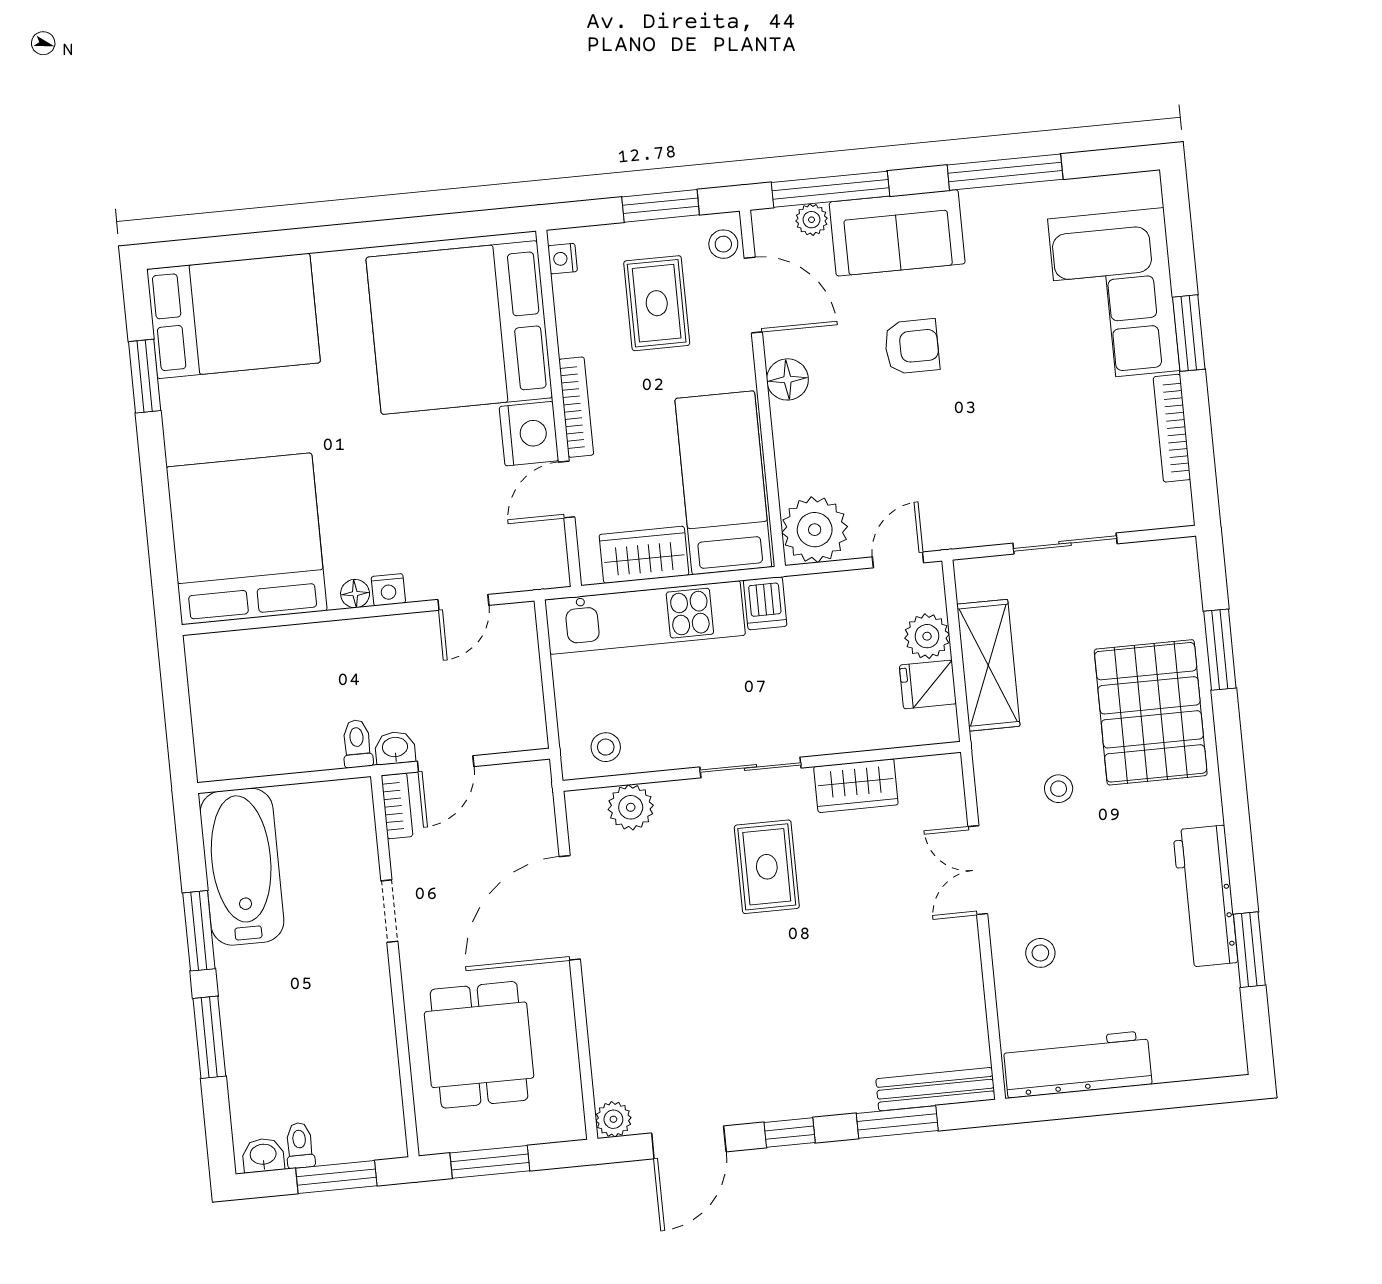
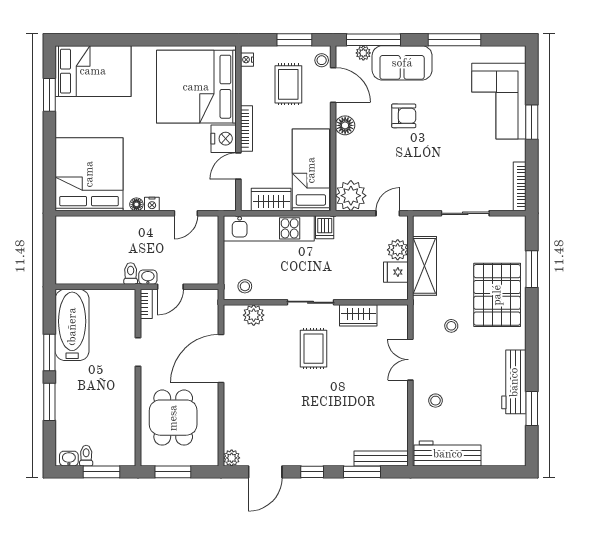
bookcase: (1172, 428) -> (520, 186), moved

